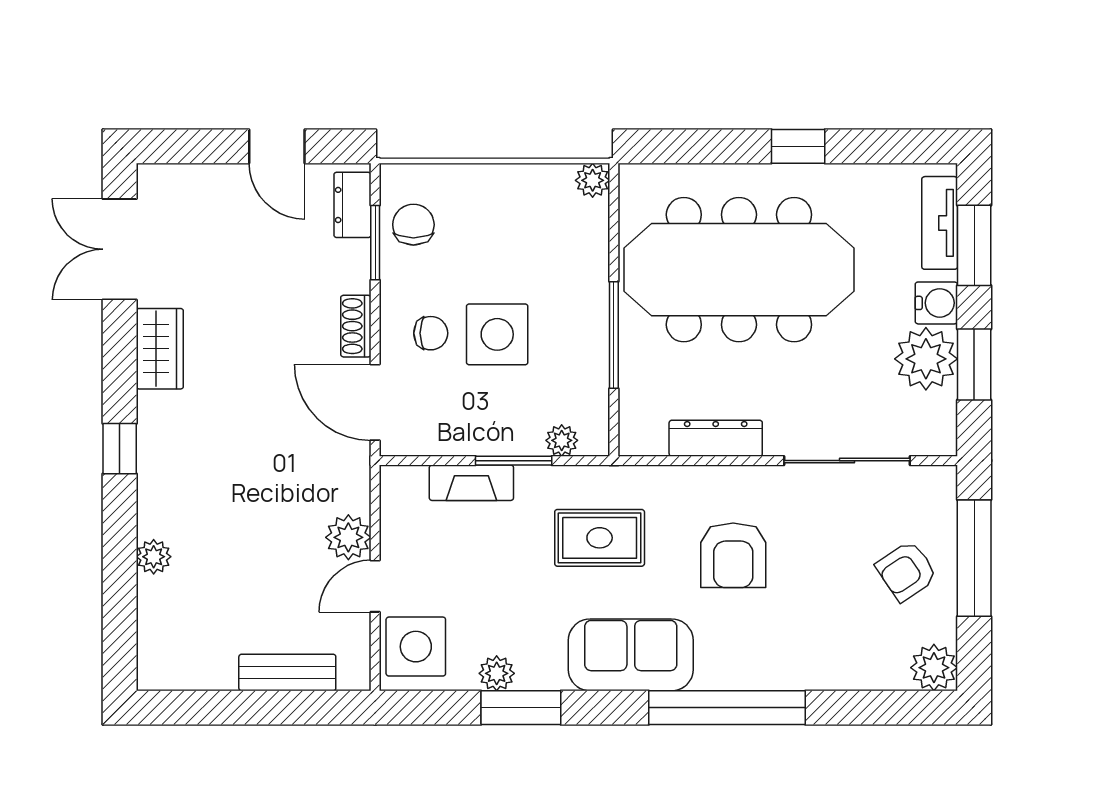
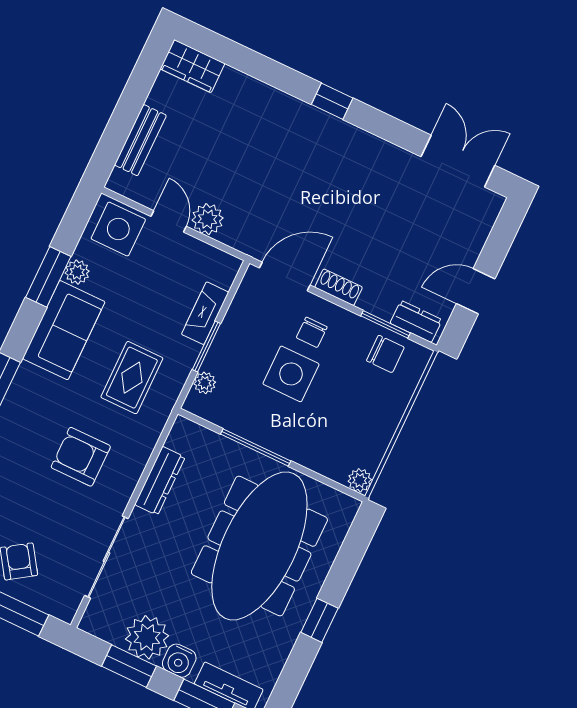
wardrobe: (160, 349) -> (193, 66), moved
plant: (154, 557) -> (254, 90), removed
sofa: (631, 655) -> (64, 330), moved

